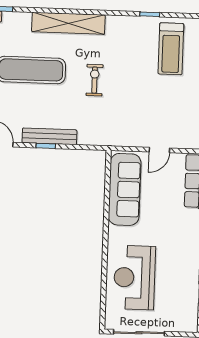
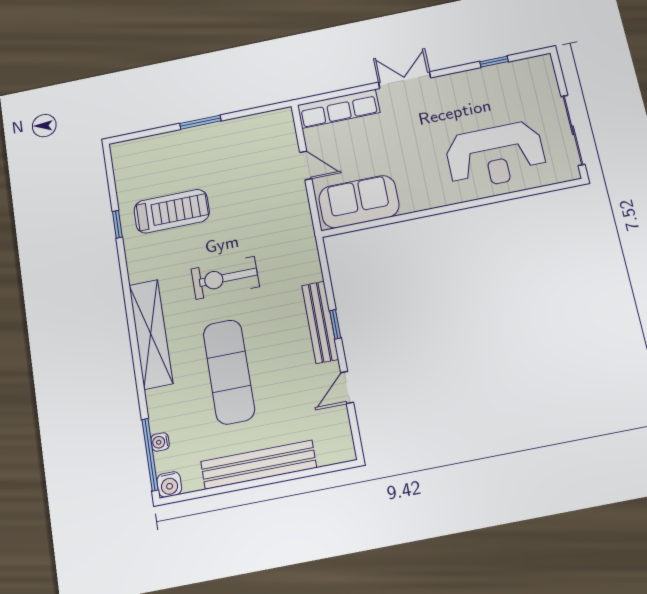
treadmill: (171, 49) -> (172, 211), moved
exercise bike: (95, 80) -> (225, 278), width x1.38, depth x1.39
sofa: (125, 189) -> (359, 202), width x0.73

